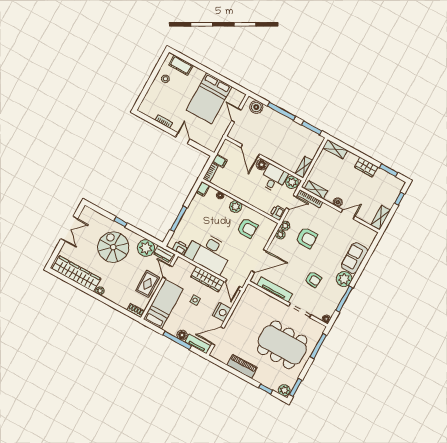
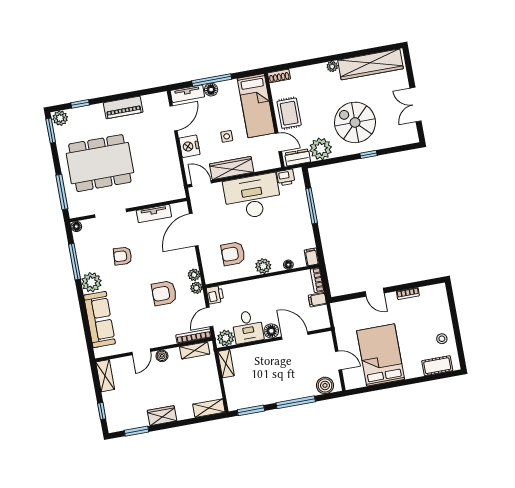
spiral stairs: (113, 247) -> (355, 122), turned 180
sofa: (354, 258) -> (100, 319), width x1.36
tv unit: (275, 289) -> (154, 214), width x0.71

